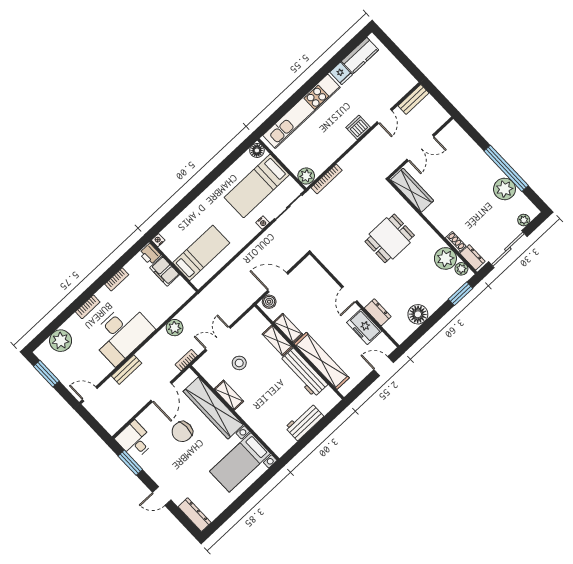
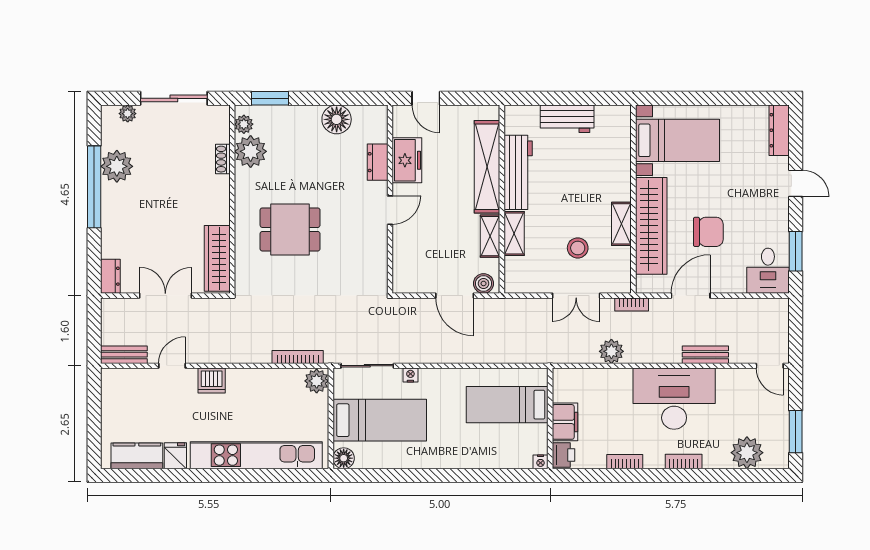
dresser: (472, 257) -> (110, 276), moved, turned 180

